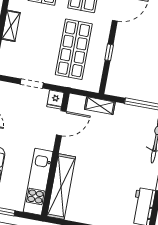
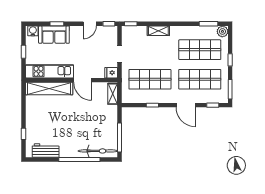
shelving: (100, 106) -> (113, 94), moved
door: (61, 123) -> (83, 80), moved

